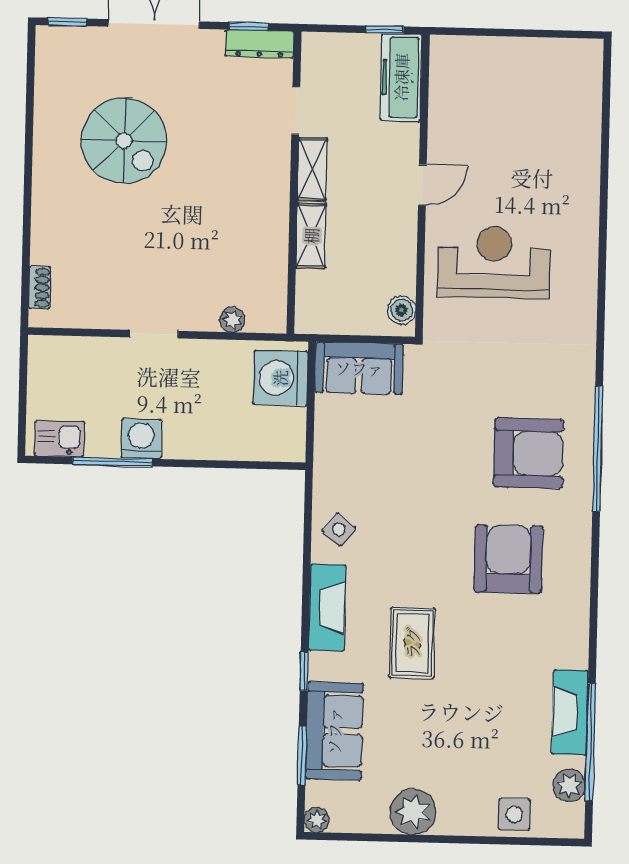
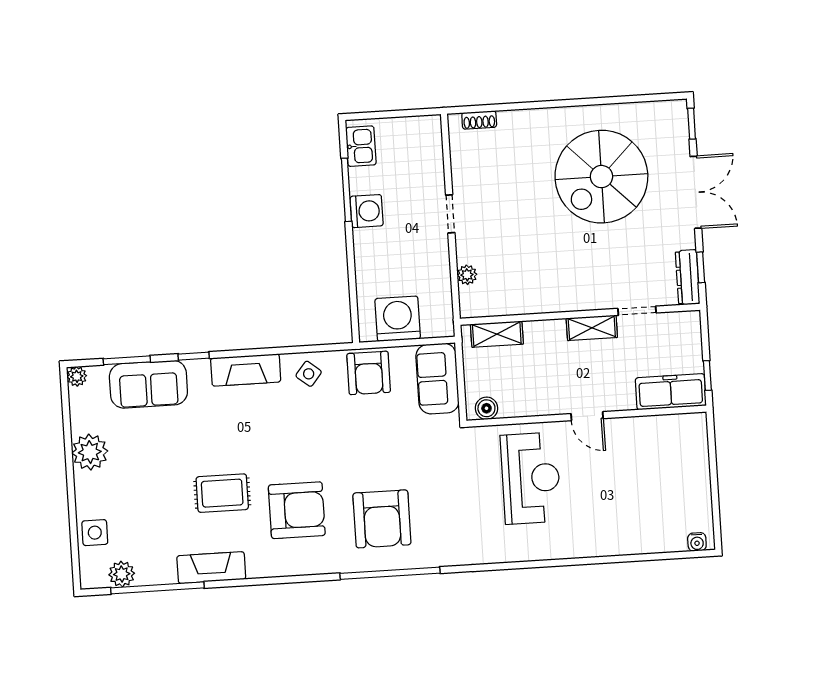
water cooler: (592, 61) -> (697, 542), added
spiral stairs: (124, 141) -> (601, 177), width x1.37, depth x1.37
shelving: (311, 236) -> (497, 334), moved
washing machine: (280, 378) -> (398, 319), moved
armchair: (344, 454) -> (369, 373), added
rug: (412, 643) -> (222, 493), moved
fireplace: (570, 712) -> (211, 568), moved

